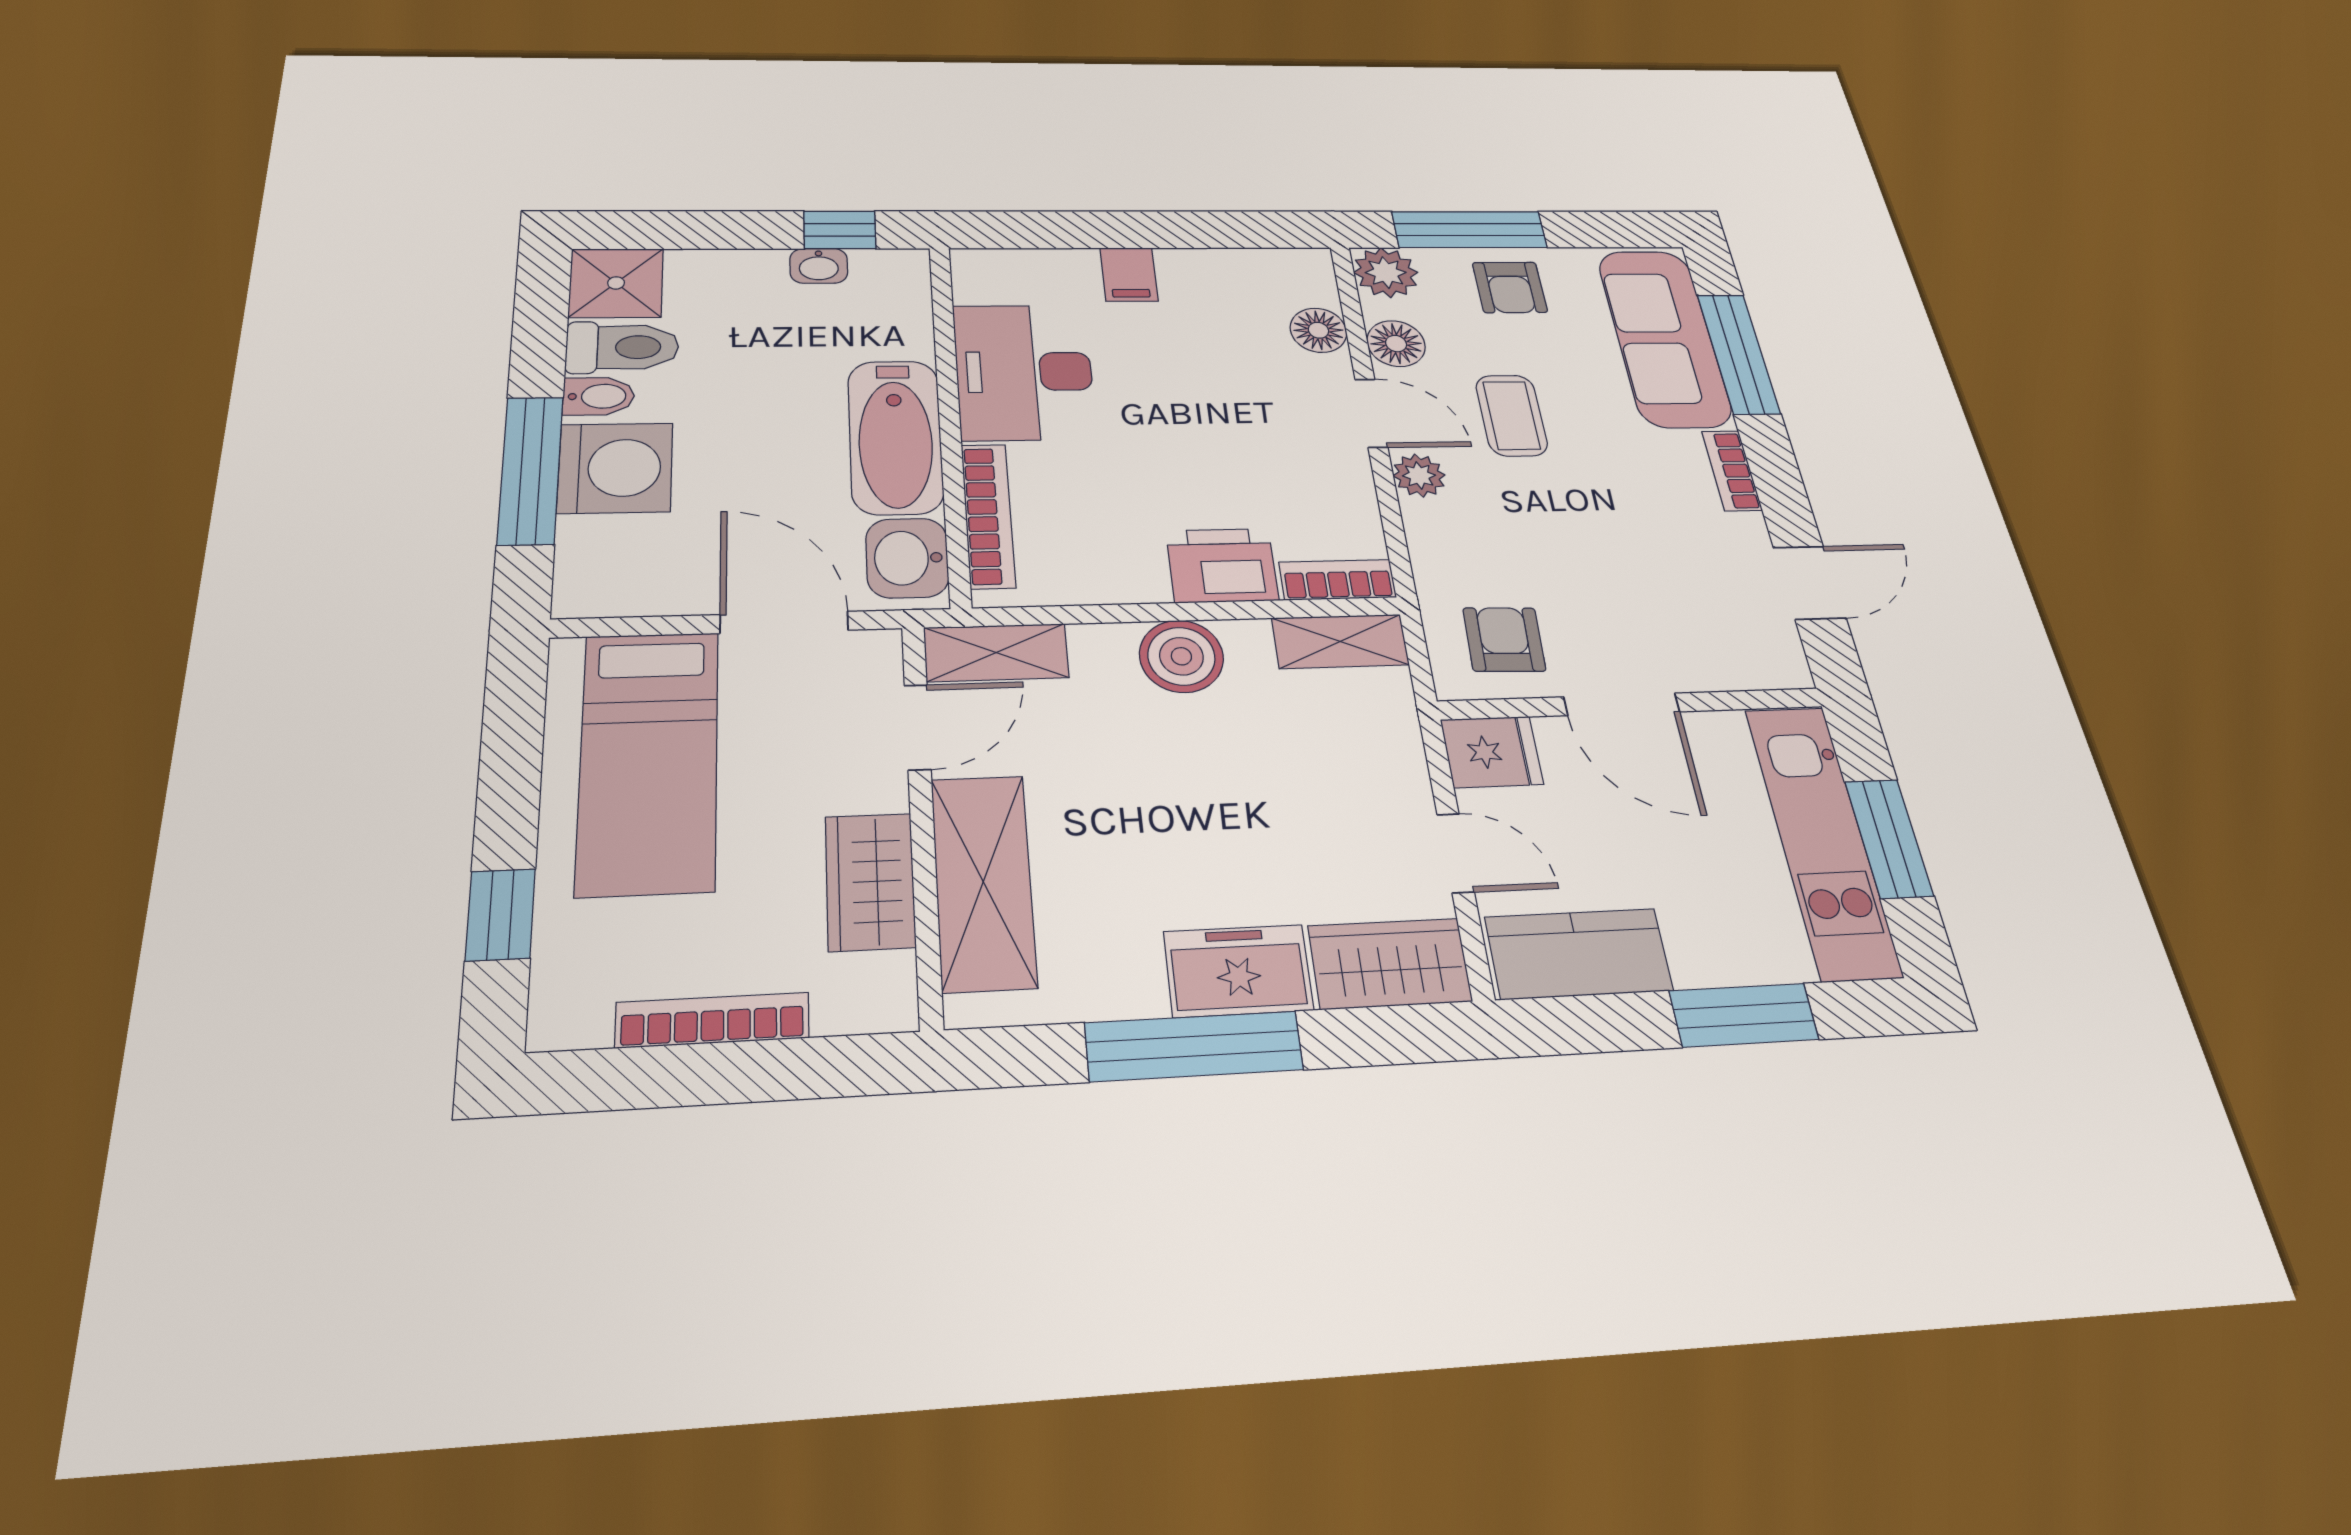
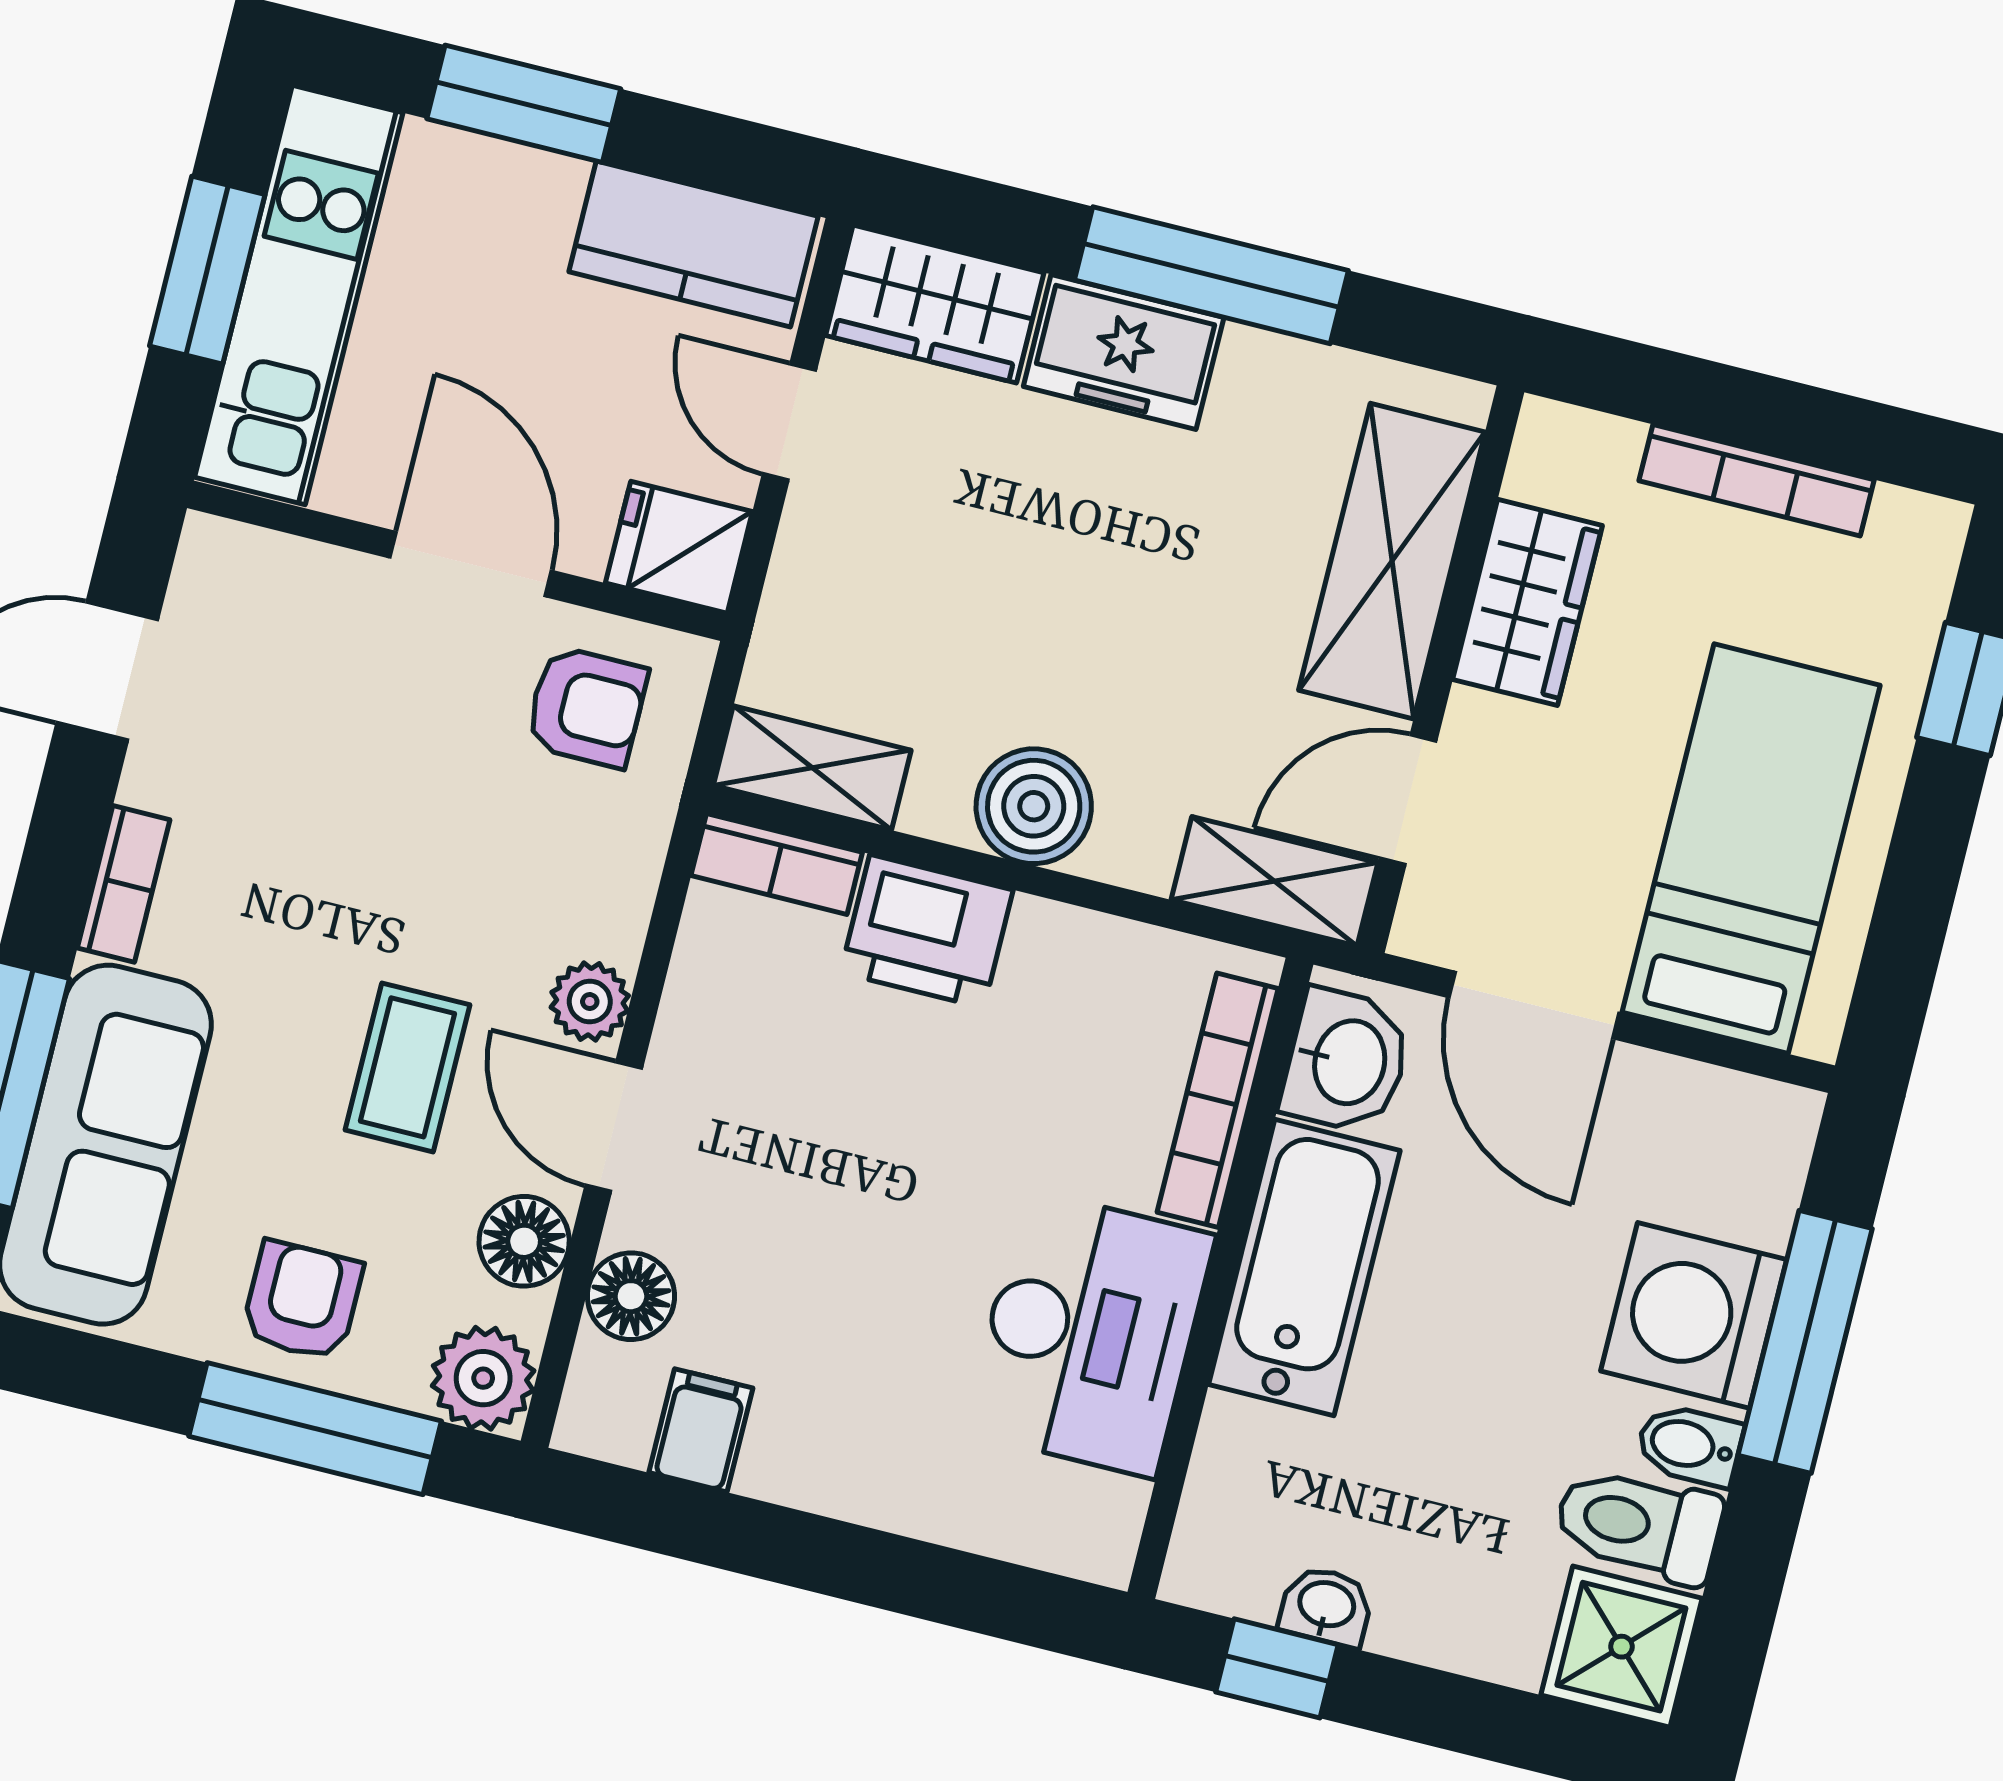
filing cabinet: (1129, 274) -> (701, 1430), moved
armchair: (1504, 639) -> (586, 707), turned -92

